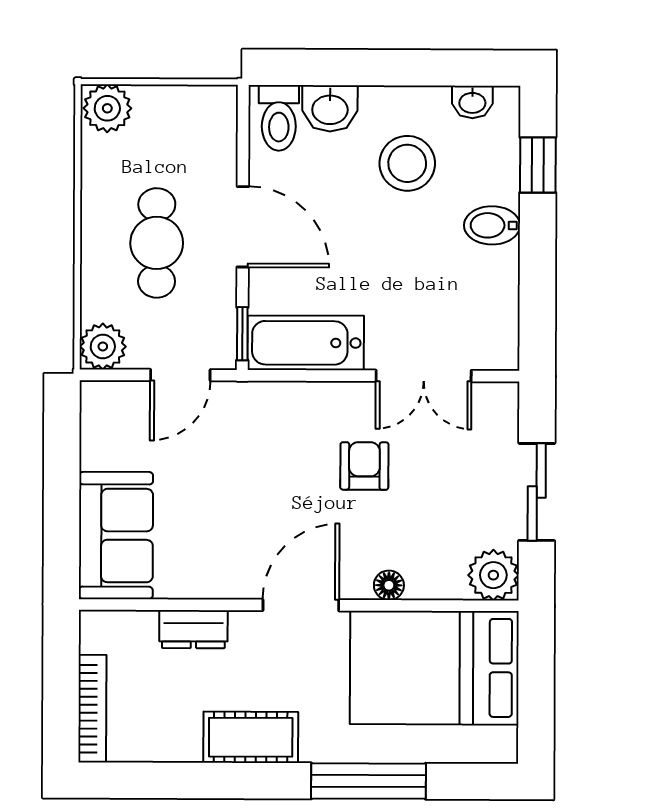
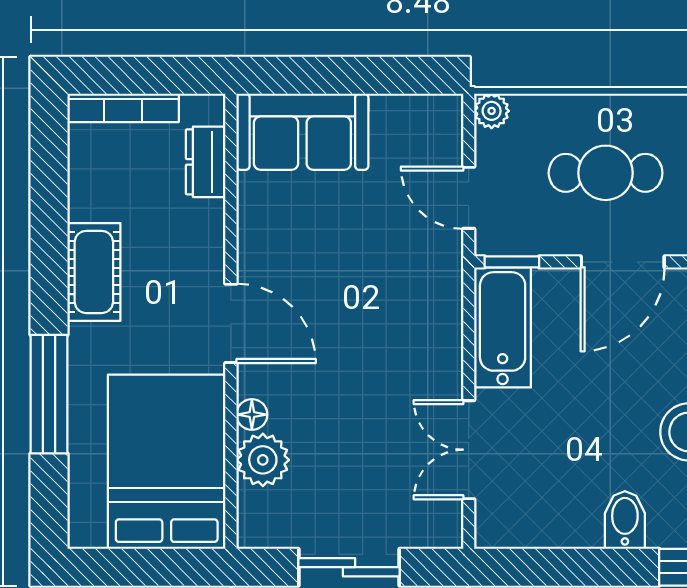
plant: (103, 346) -> (492, 111), width x0.73, depth x0.73
armchair: (364, 466) -> (375, 389), removed
plant: (493, 575) -> (263, 460), moved
dresser: (193, 629) -> (206, 162), moved

